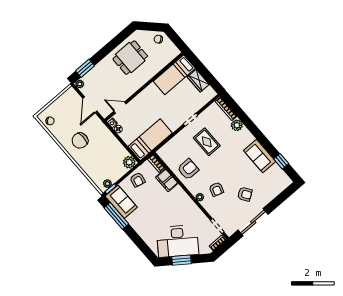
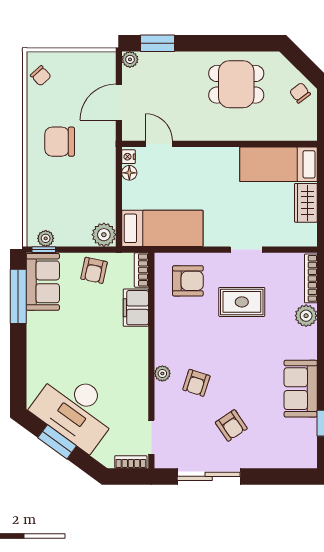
rug: (207, 142) -> (242, 302), turned 90
armchair: (188, 169) -> (188, 281), moved

